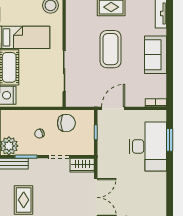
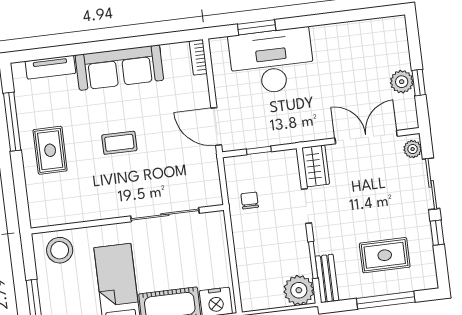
coffee table: (111, 49) -> (119, 143), width x0.54, depth x0.58
sofa: (156, 55) -> (119, 68), width x1.36
chair: (66, 123) -> (250, 200), width x0.54, depth x0.54
chair: (39, 134) -> (272, 243), removed

